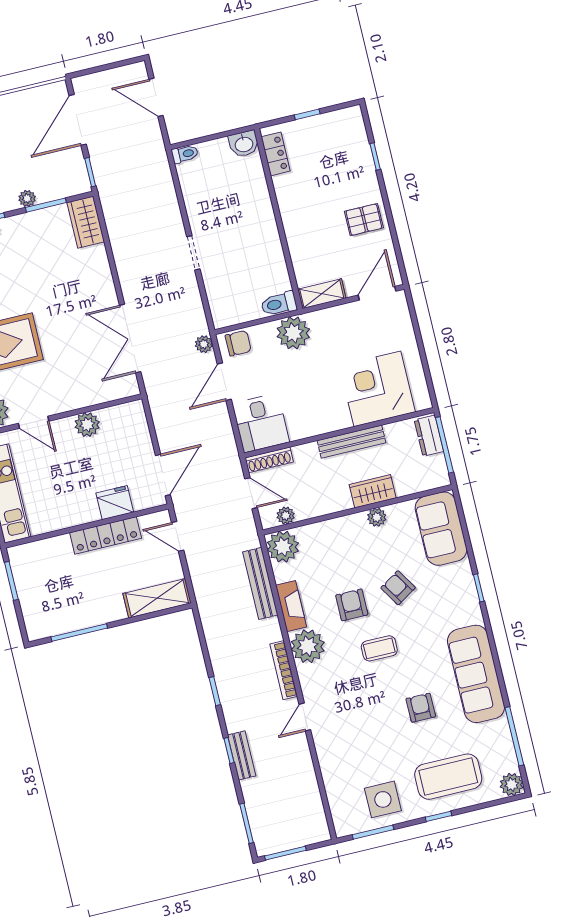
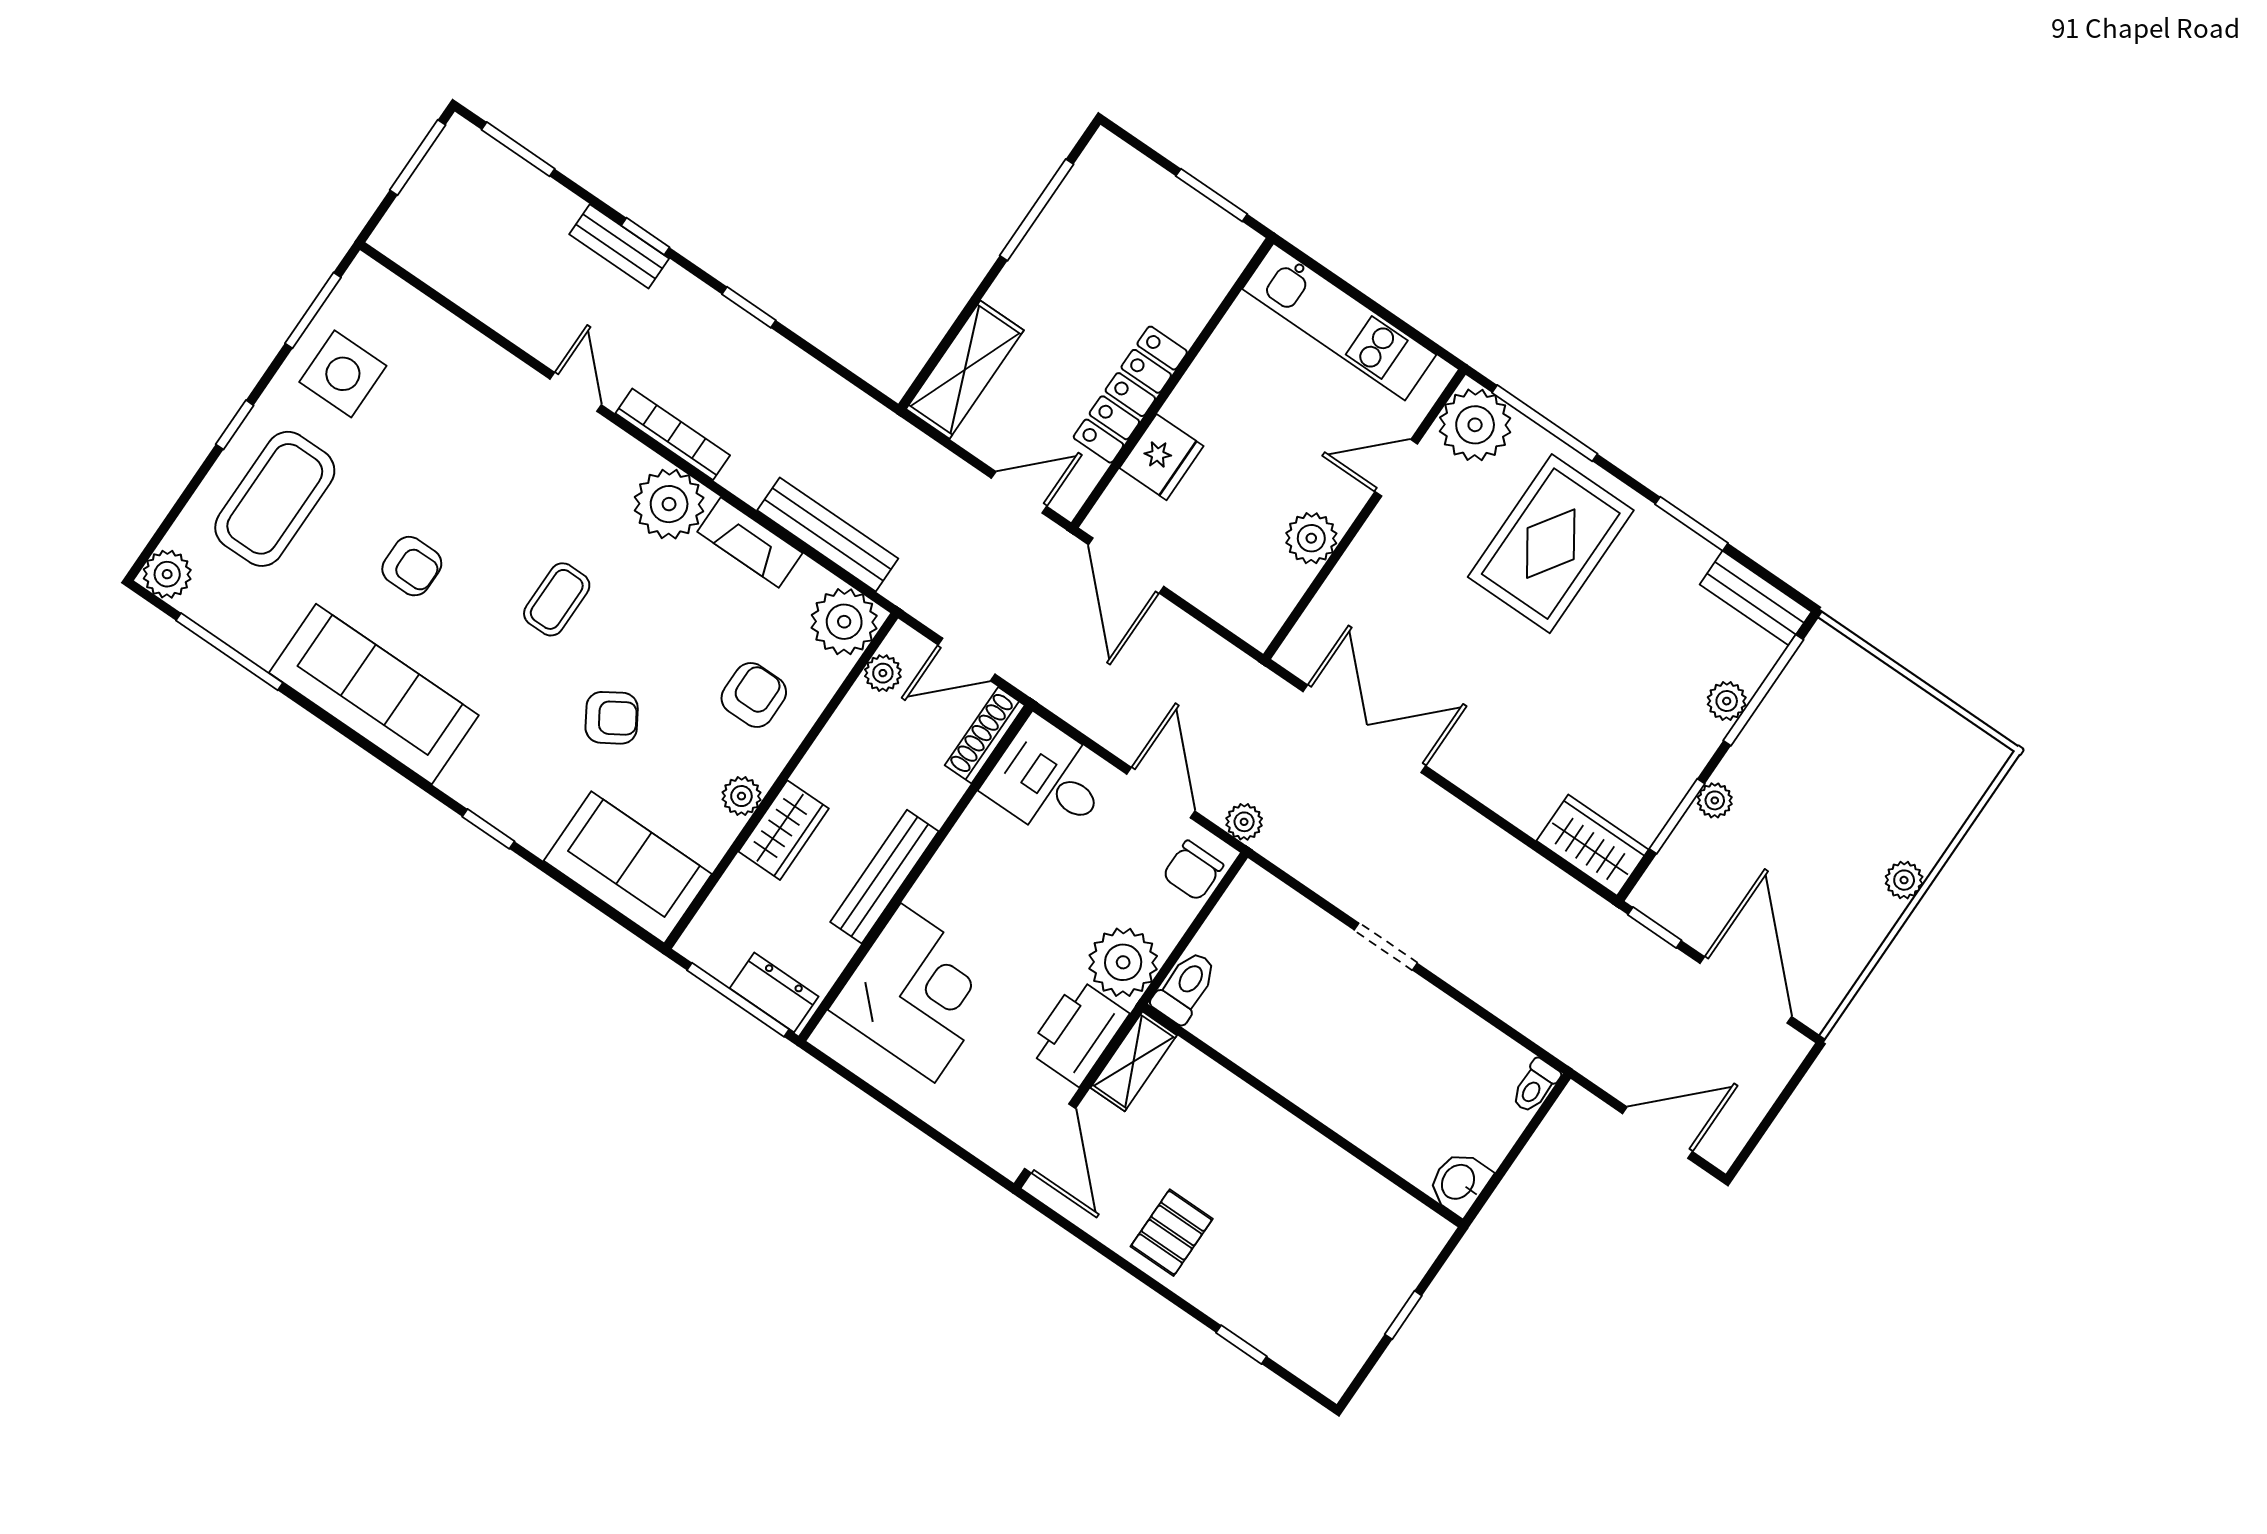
locker: (276, 154) -> (1397, 1211), removed
printer: (332, 322) -> (1078, 1032), added
armchair: (352, 605) -> (754, 695), moved, turned -90

